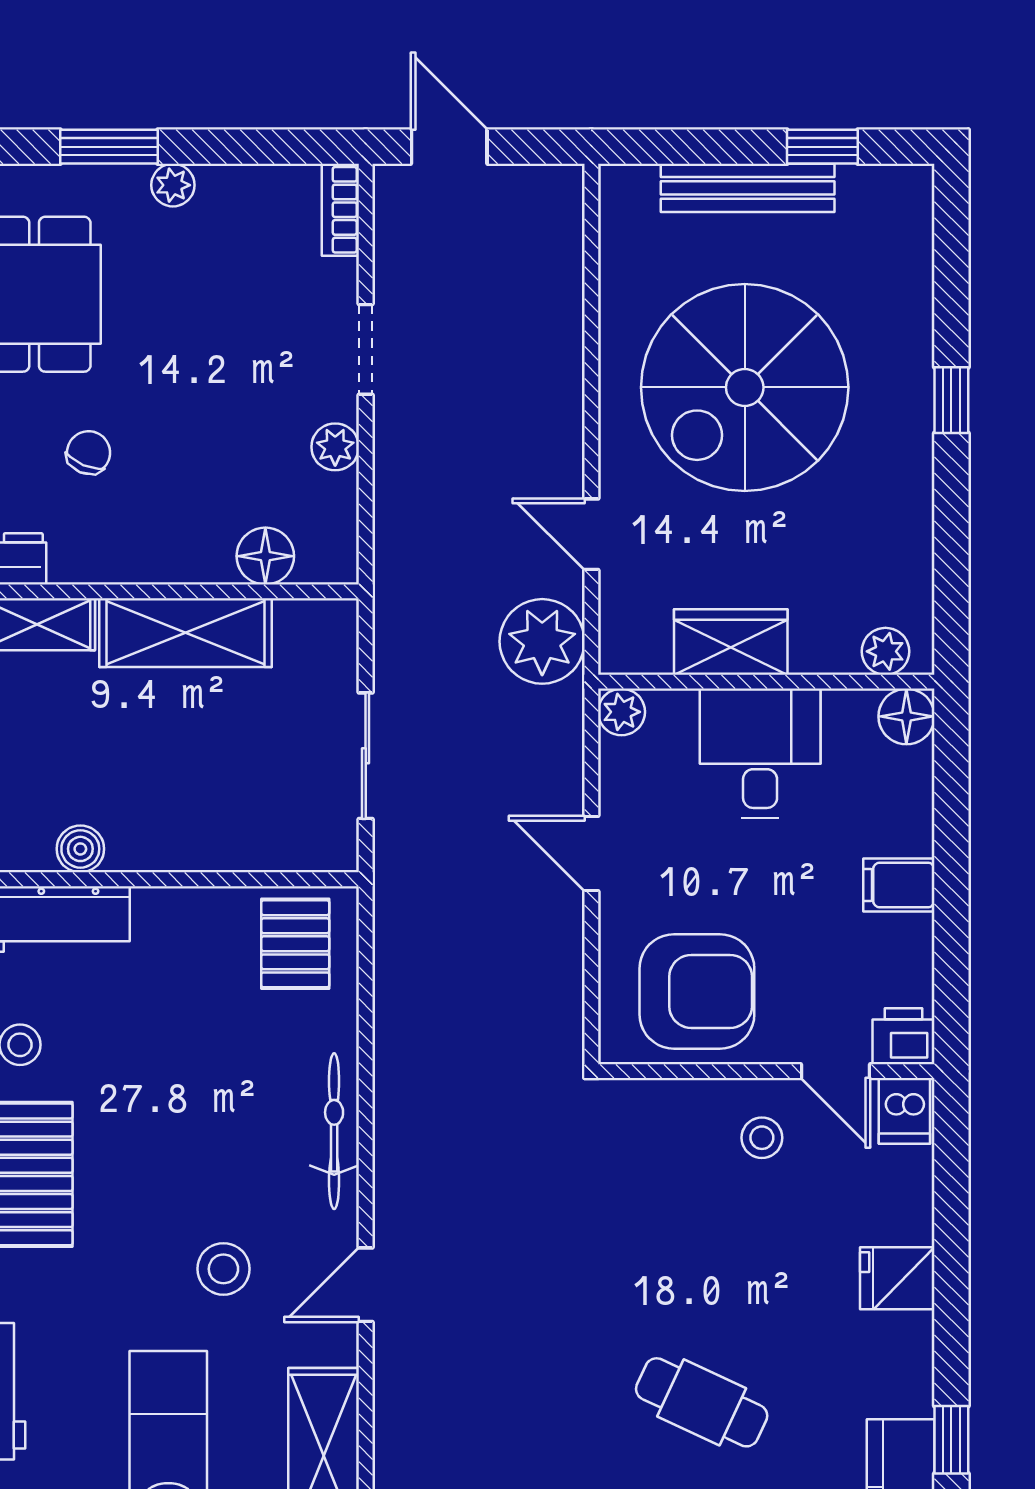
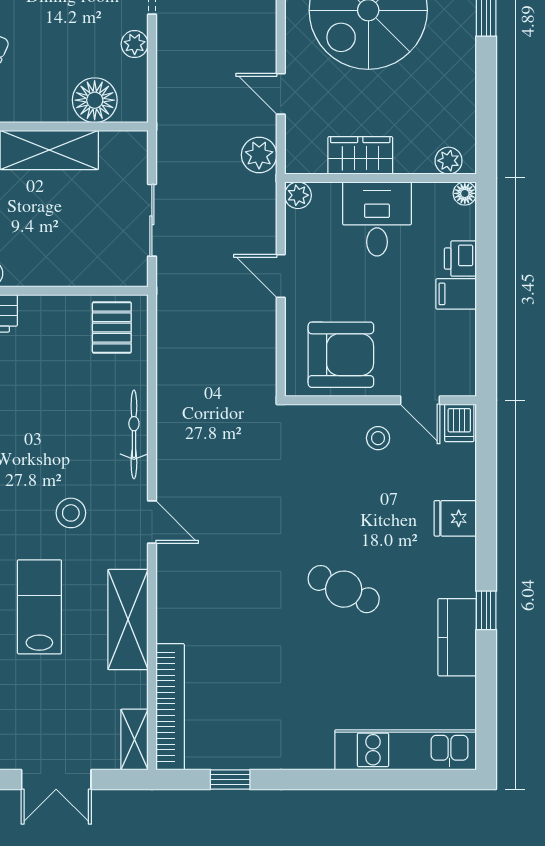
floor lamp: (265, 556) -> (95, 100), width x1.38, depth x1.38
plant: (542, 641) -> (259, 155), width x0.73, depth x0.73
floor lamp: (906, 716) -> (465, 193), width x0.73, depth x0.73
printer: (904, 1036) -> (460, 259), moved, turned -90
door: (366, 1285) -> (152, 522), swing flipped

